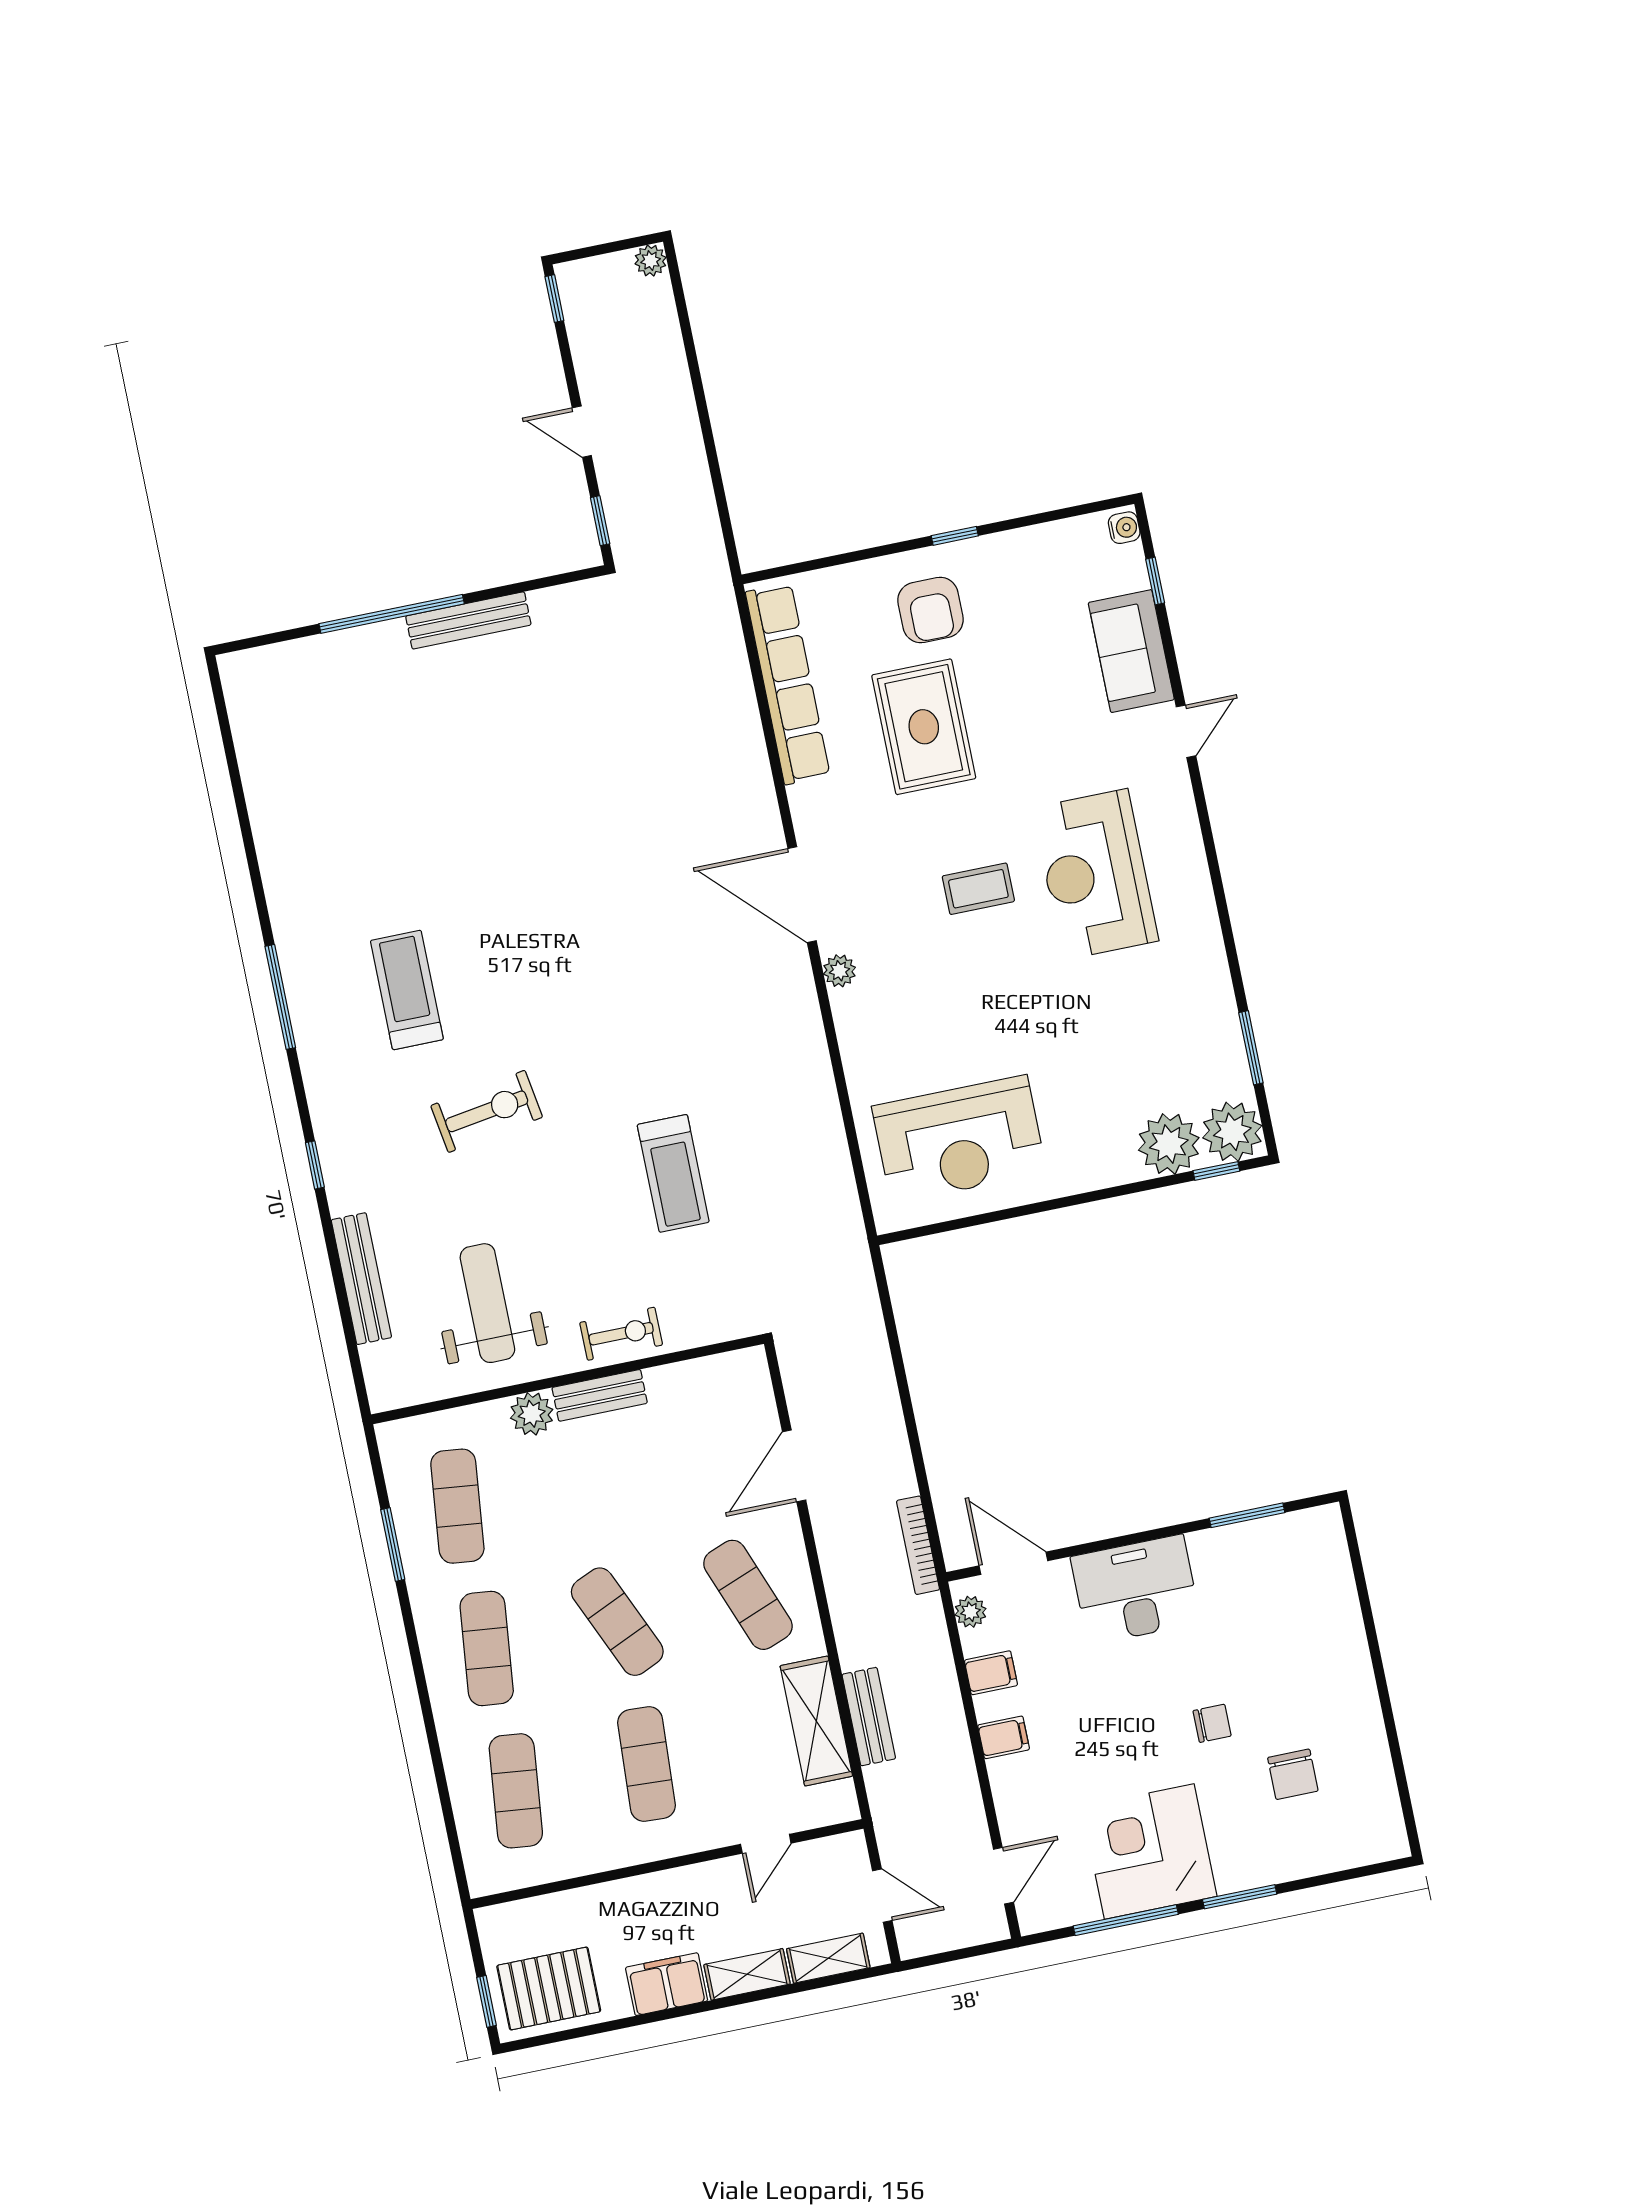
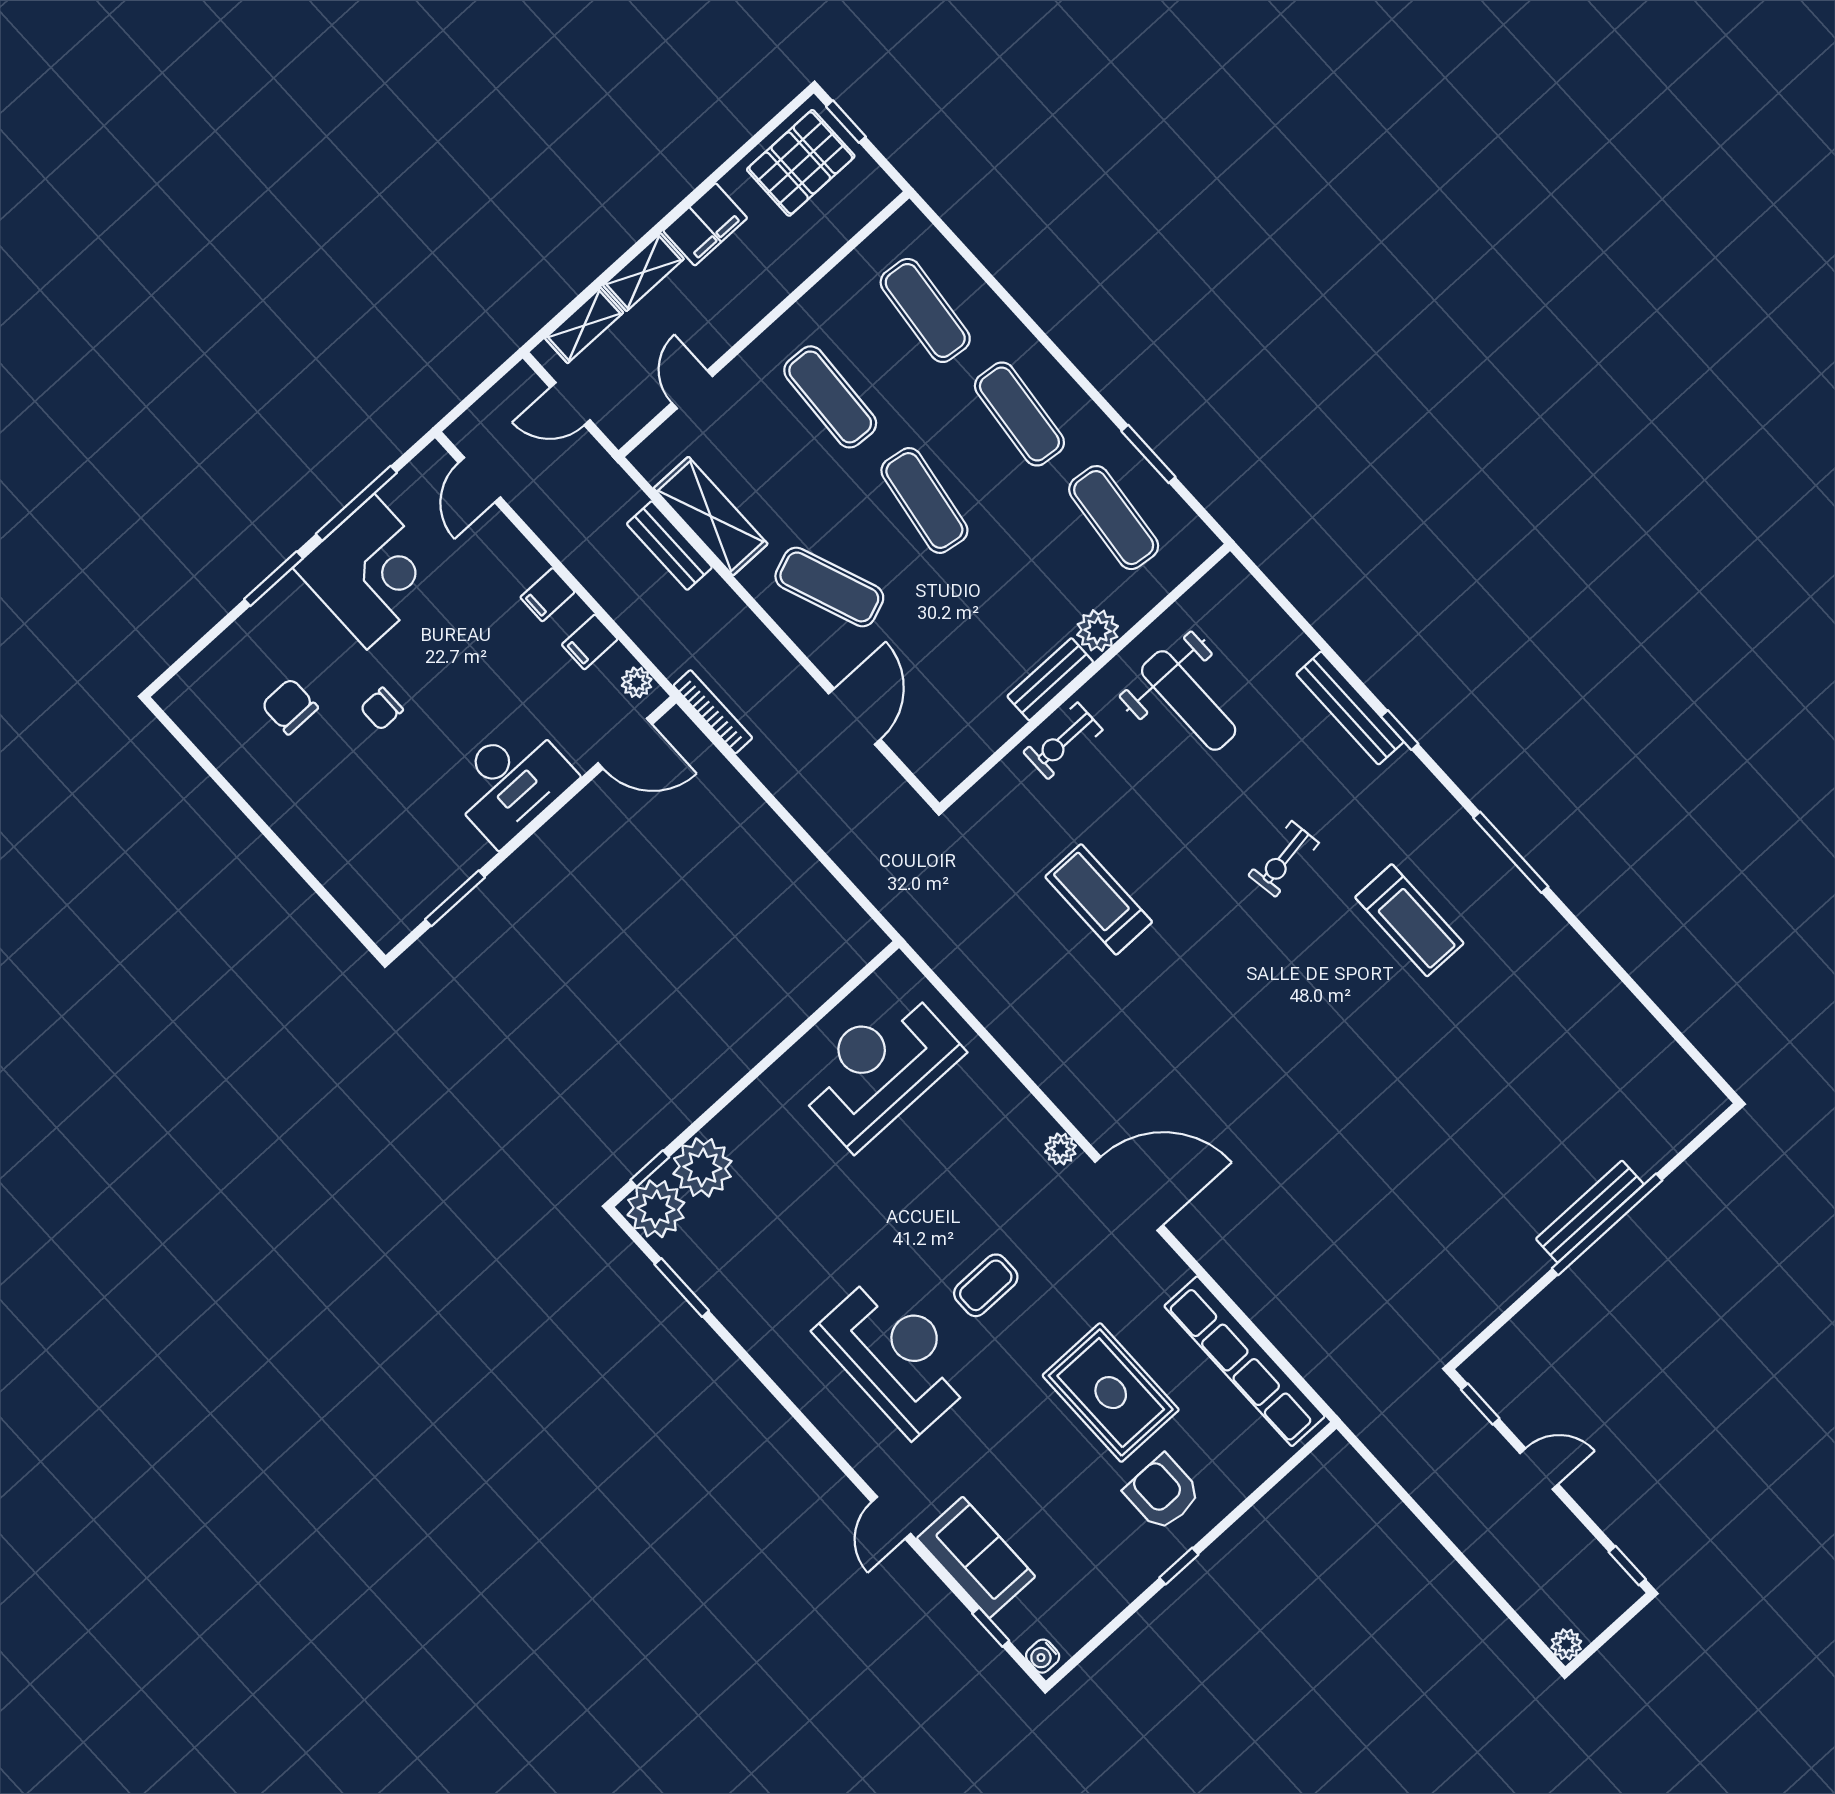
bench: (468, 620) -> (1590, 1212), moved
exercise bike: (487, 1111) -> (1284, 859), width x0.73, depth x0.72
bench: (361, 1279) -> (1350, 708), moved
exercise mat: (617, 1622) -> (924, 500), turned 33

